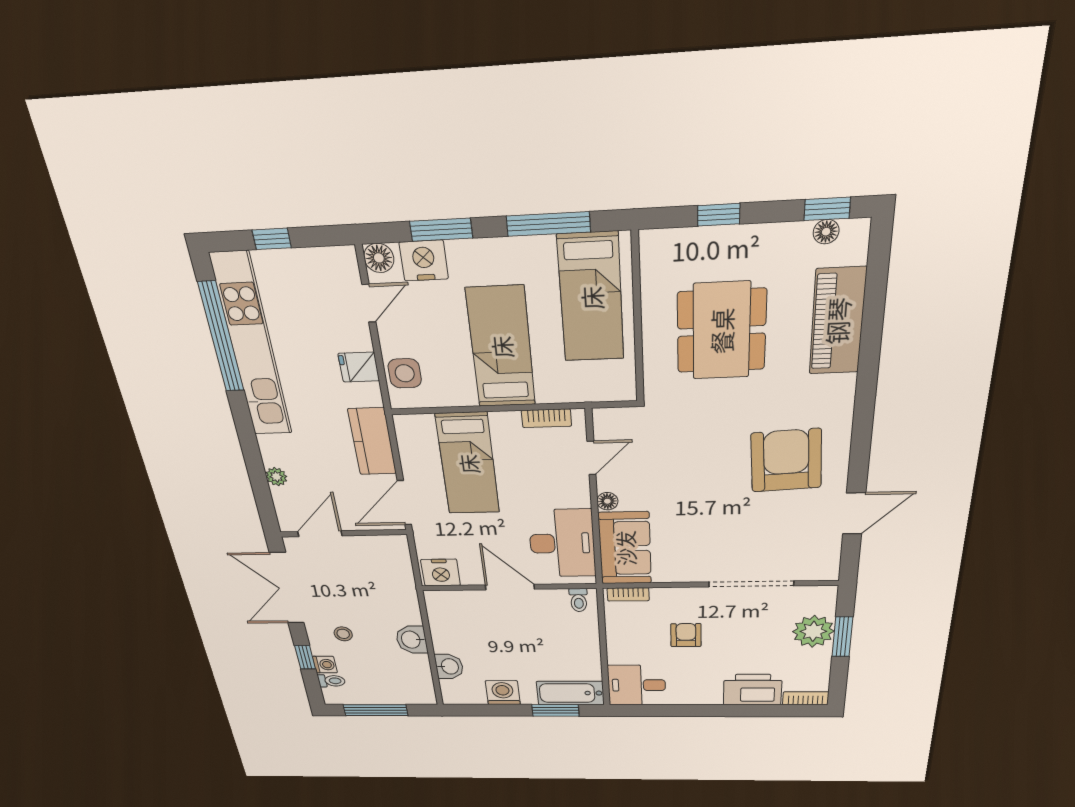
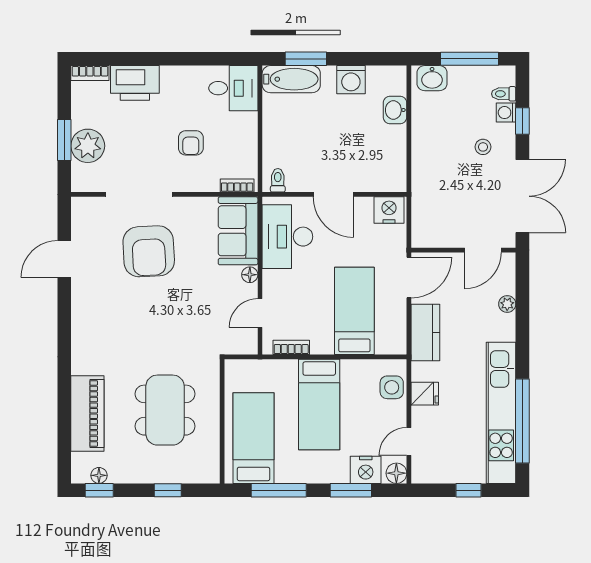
armchair: (786, 460) -> (149, 251), moved
washbasin: (412, 640) -> (432, 78), moved, turned 90

